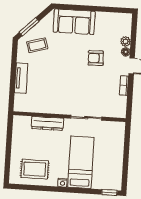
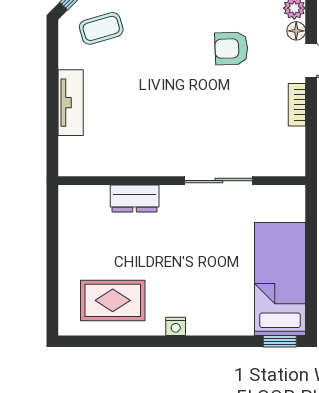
dresser: (47, 123) -> (135, 198), width x0.70
bed: (81, 162) -> (280, 279), moved

